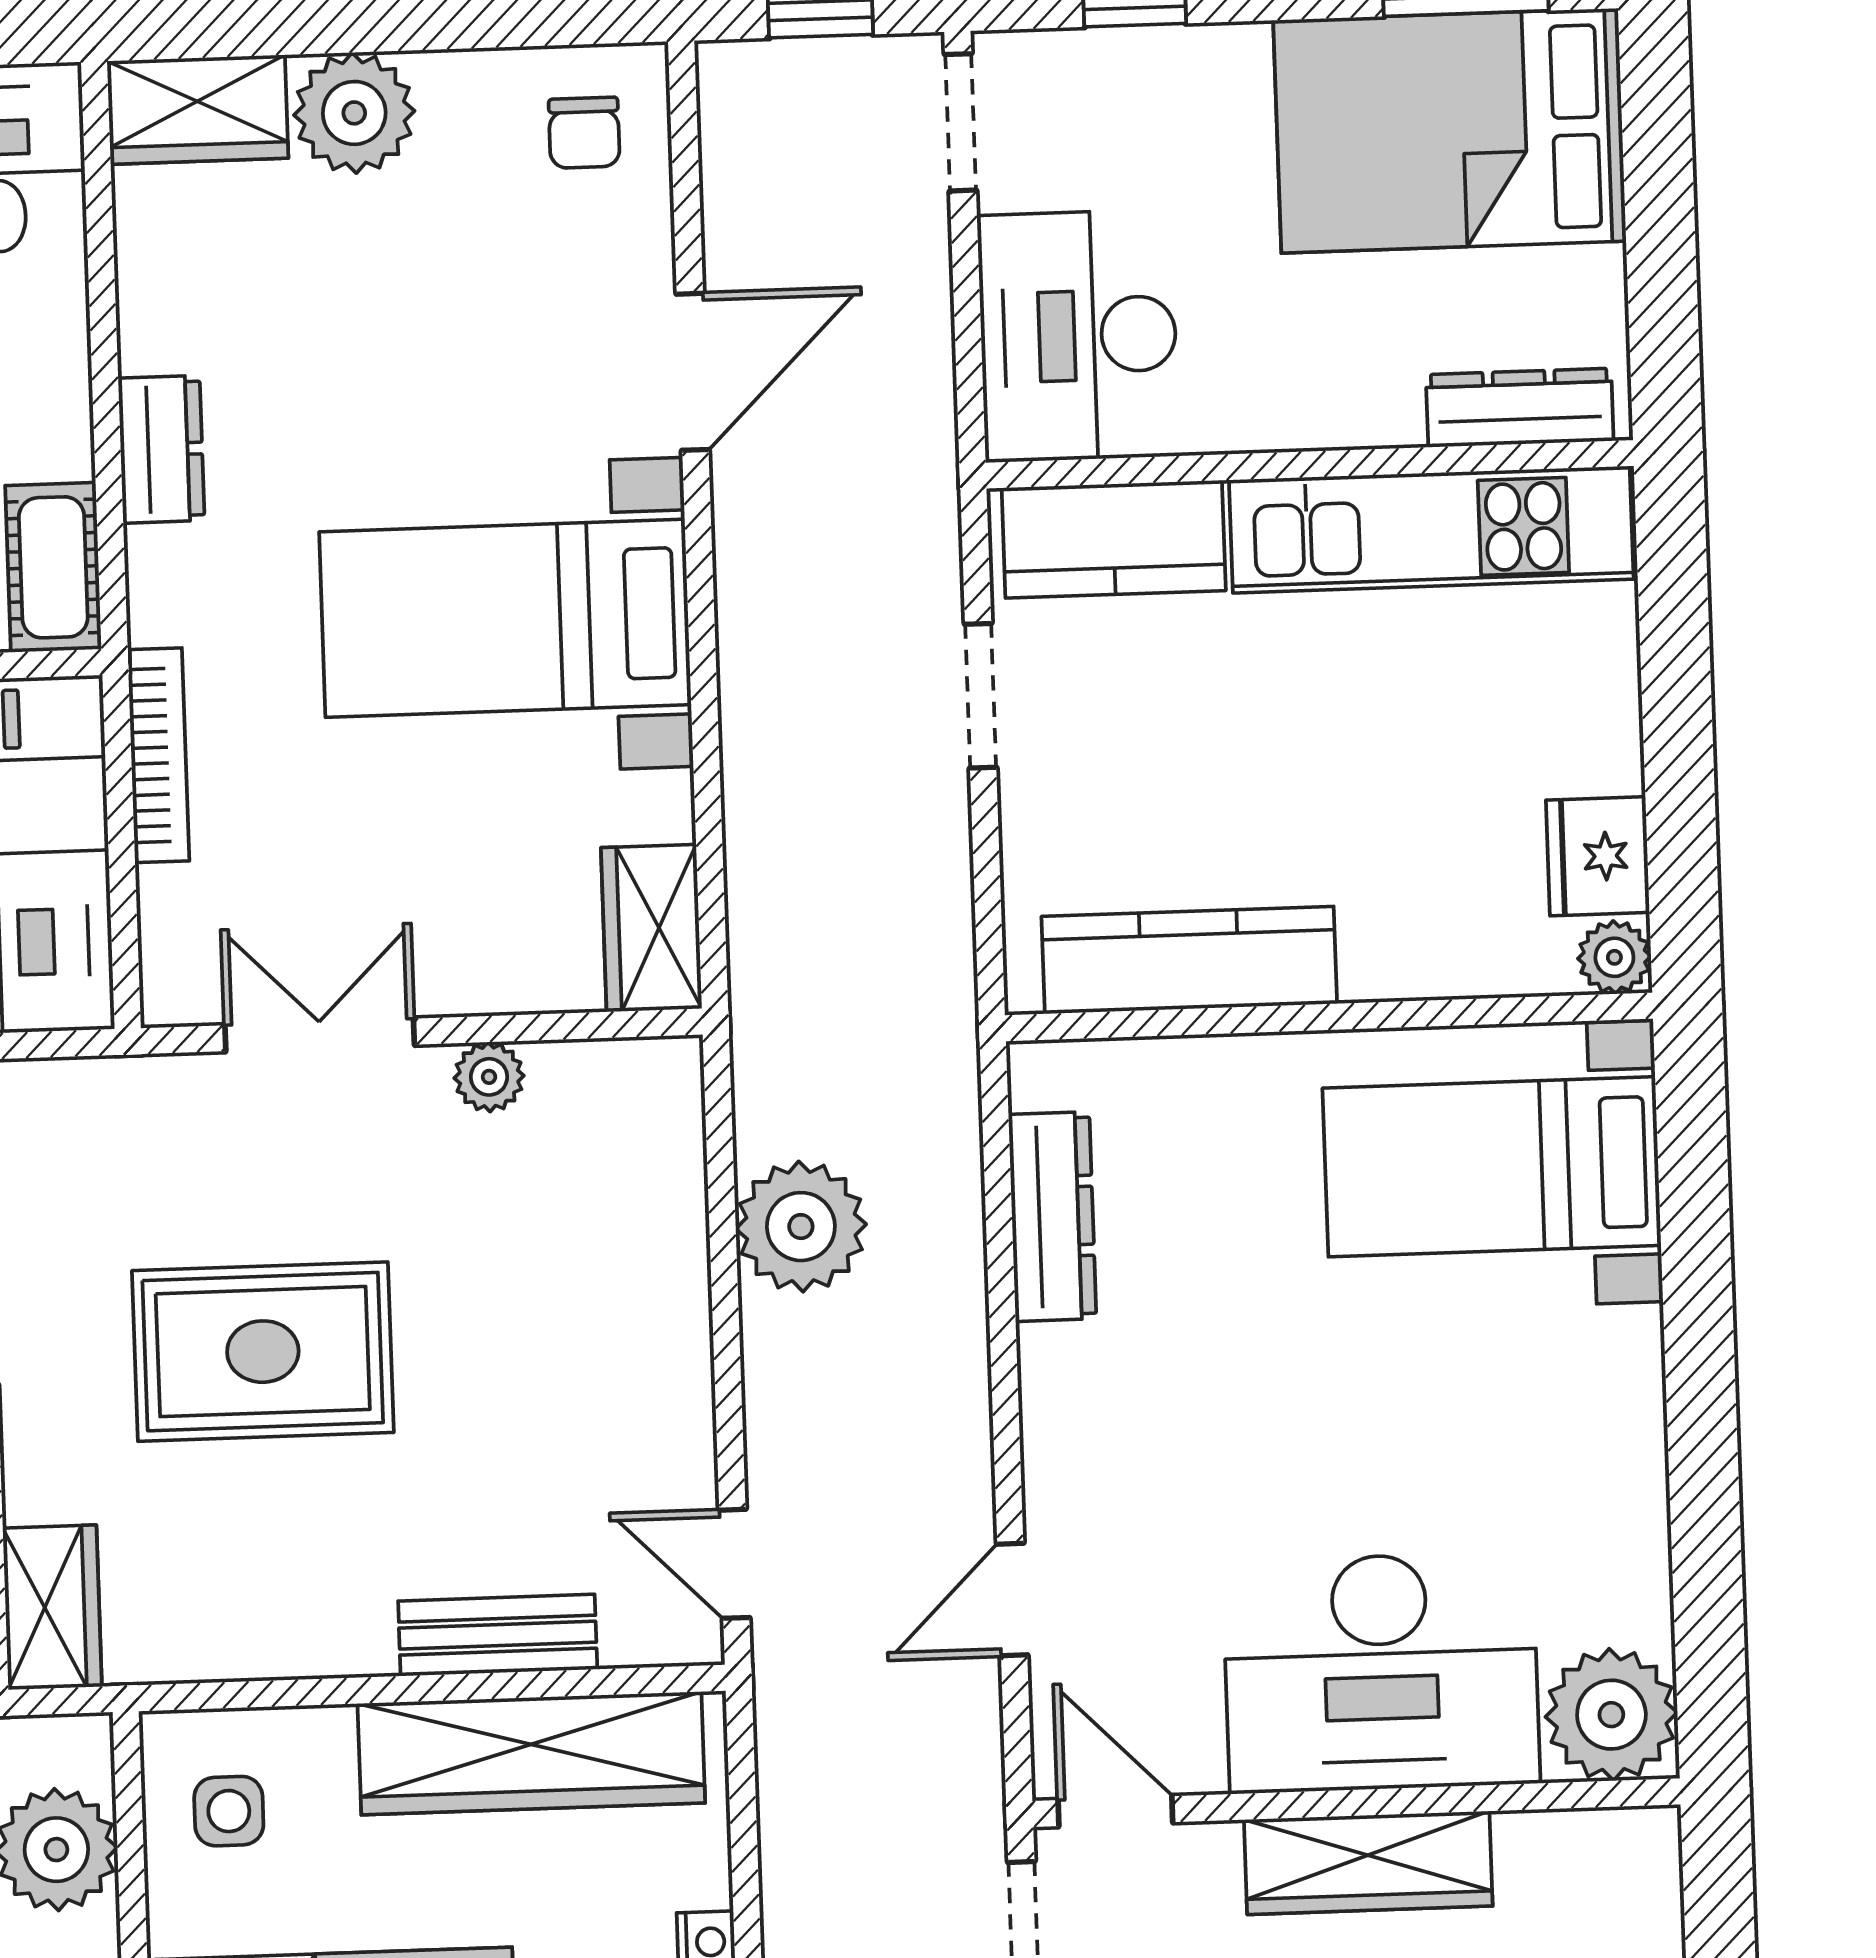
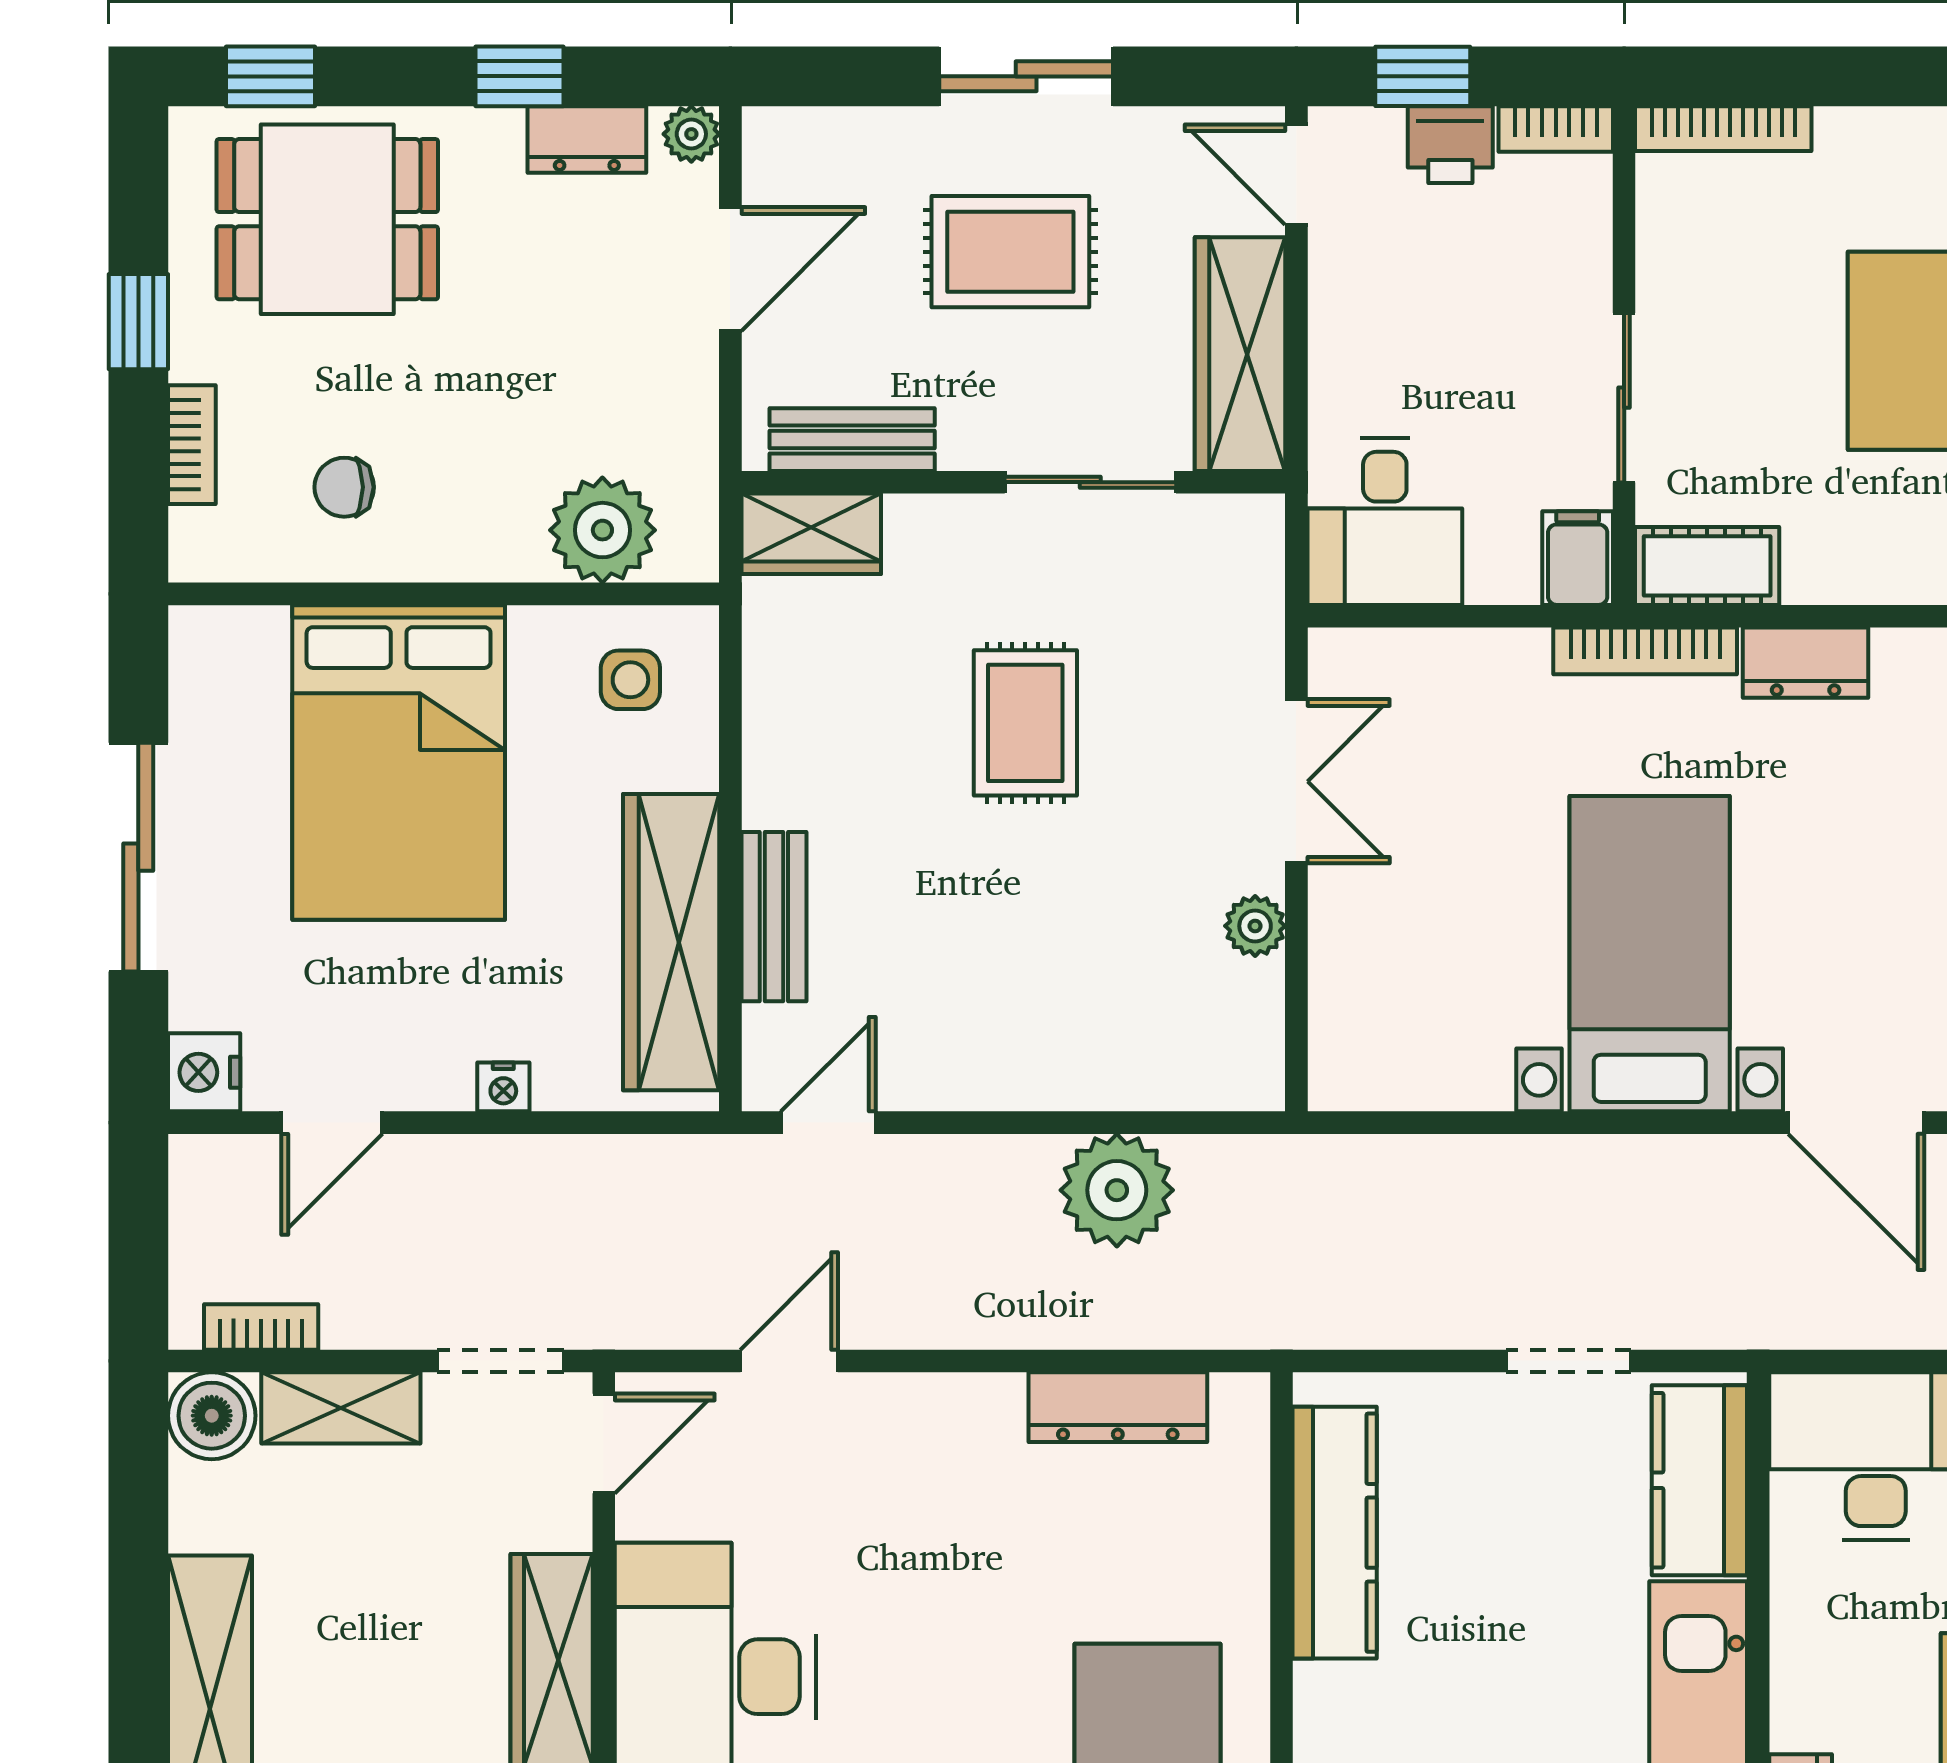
bookcase: (158, 755) -> (1645, 651), moved
wardrobe: (651, 928) -> (1378, 1070), removed
rug: (263, 1352) -> (1025, 723), width x0.73, depth x0.70
door: (1012, 1600) -> (789, 1361), hinge flipped

